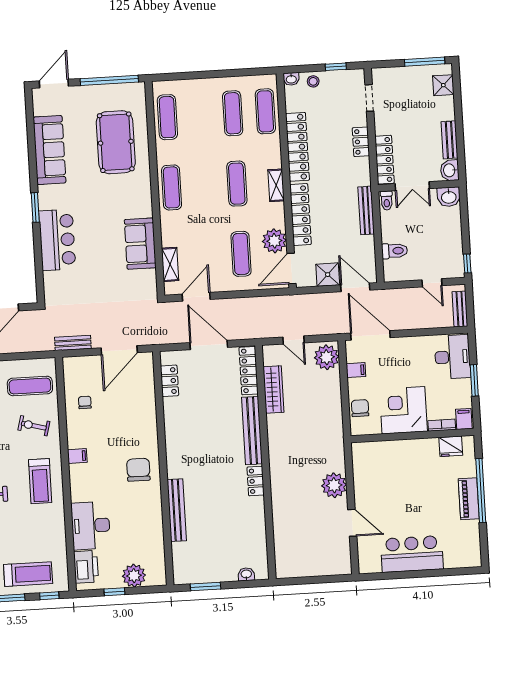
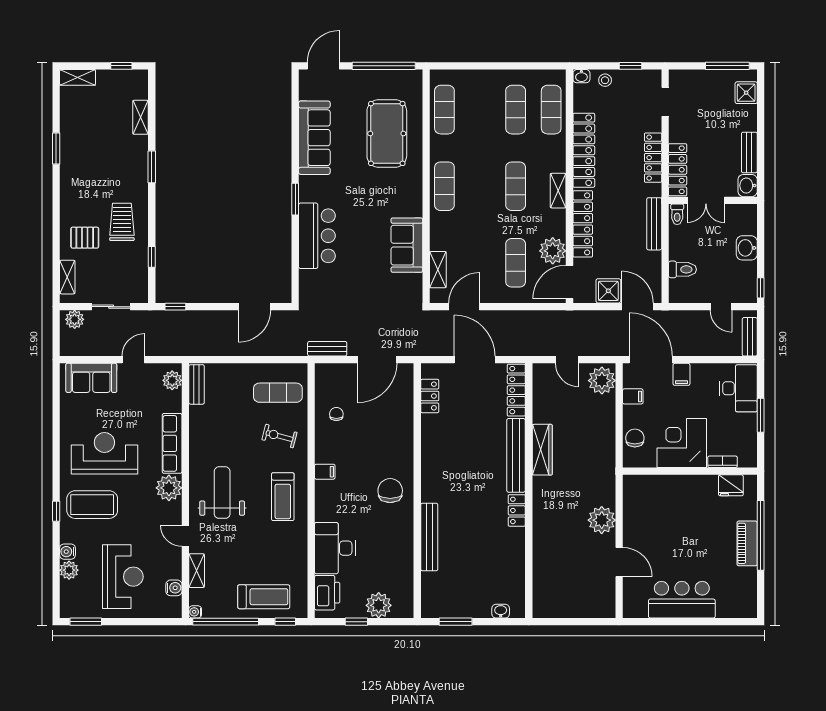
locker: (361, 142) -> (653, 158), width x1.53
washbasin: (449, 197) -> (747, 248), moved, turned 90
wardrobe: (274, 389) -> (542, 450), moved
filing cabinet: (464, 419) -> (681, 374), moved, turned 180

